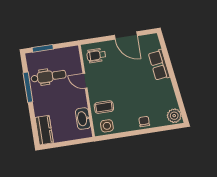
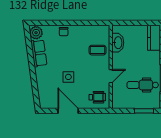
row of seats: (159, 65) -> (39, 53), moved
door: (85, 81) -> (111, 76), hinge flipped
side table: (107, 126) -> (68, 77), moved

